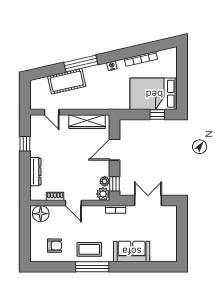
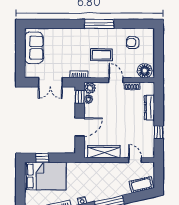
cot: (67, 81) -> (141, 185), moved, width x0.73, depth x0.75
coffee table: (89, 249) -> (101, 55), moved
sofa: (132, 251) -> (34, 48), moved, turned -90

